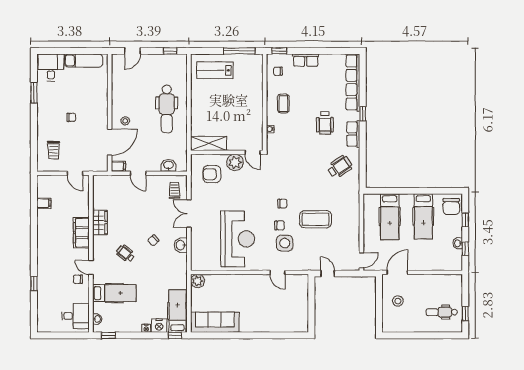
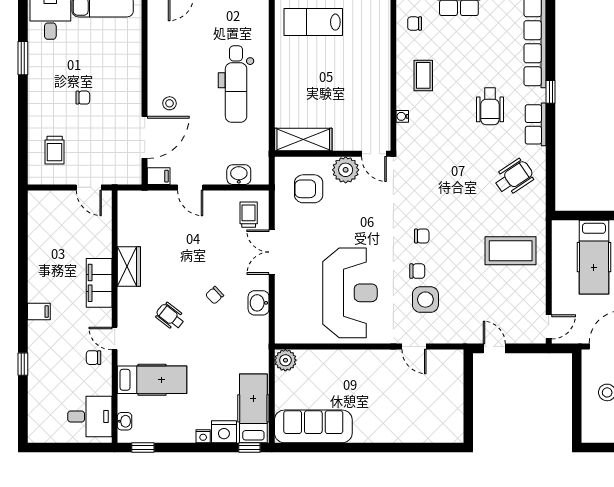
filing cabinet: (44, 203) -> (39, 312), moved
coffee table: (316, 219) -> (511, 251), moved

